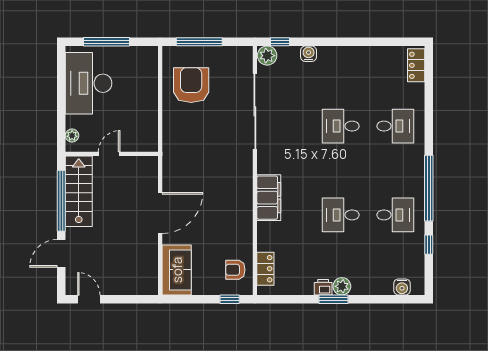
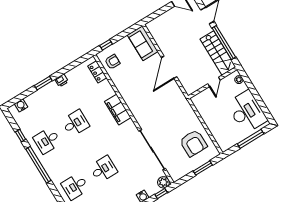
window: (199, 42) -> (203, 168), width x0.69
plant: (342, 286) -> (52, 87), removed
window: (334, 299) -> (43, 83), moved

